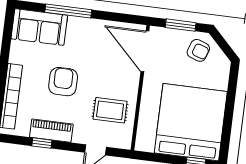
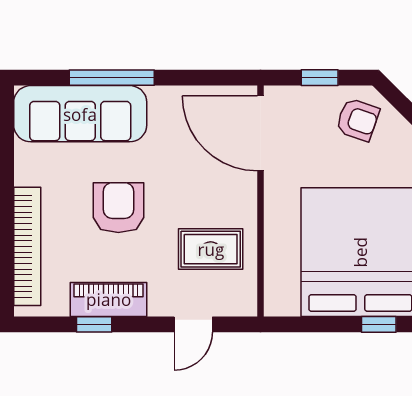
window: (181, 25) -> (320, 78), width x0.67
sofa: (39, 27) -> (80, 114), width x1.36

